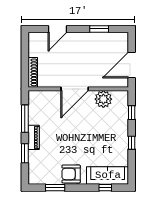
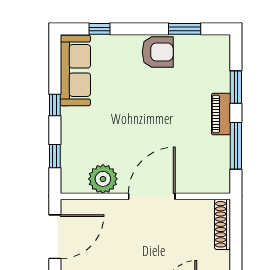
sofa: (108, 175) -> (75, 70), moved, turned -90

